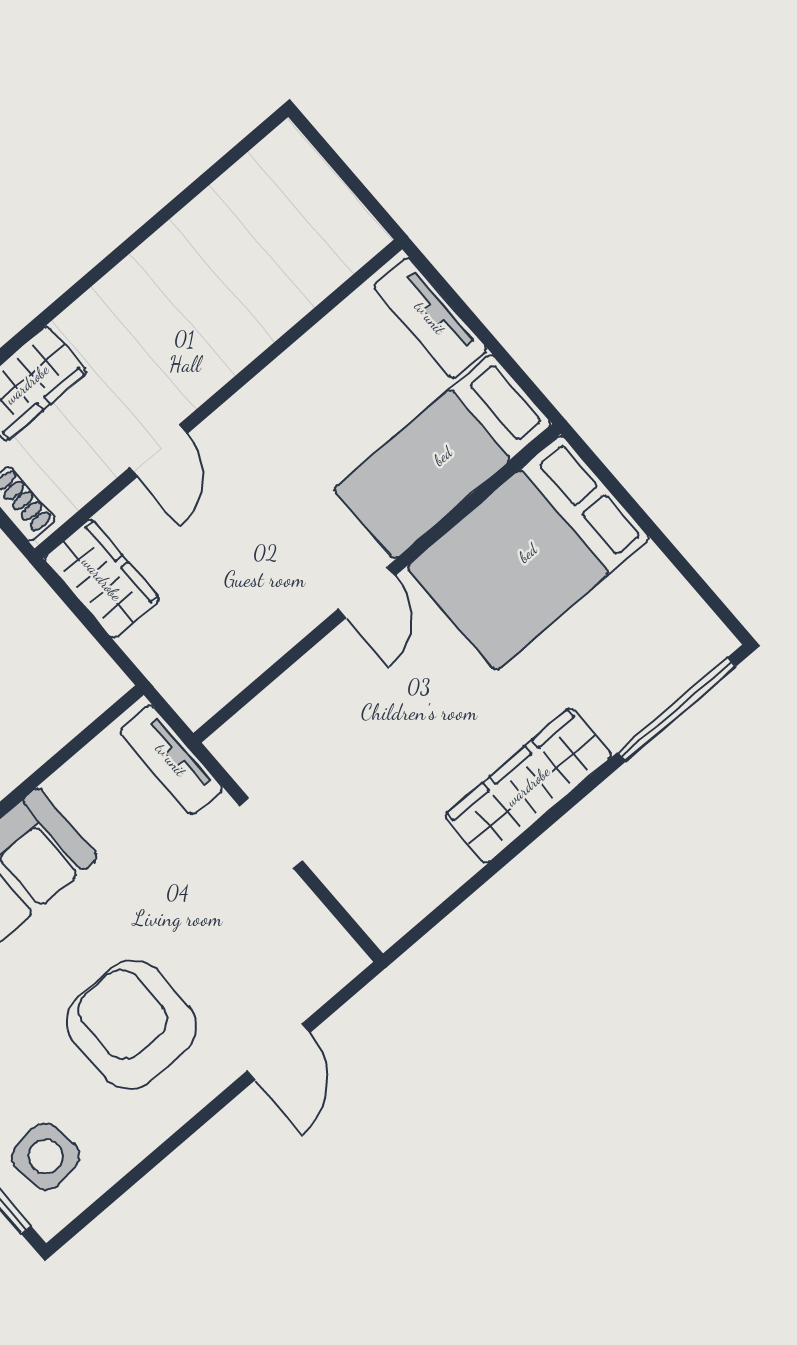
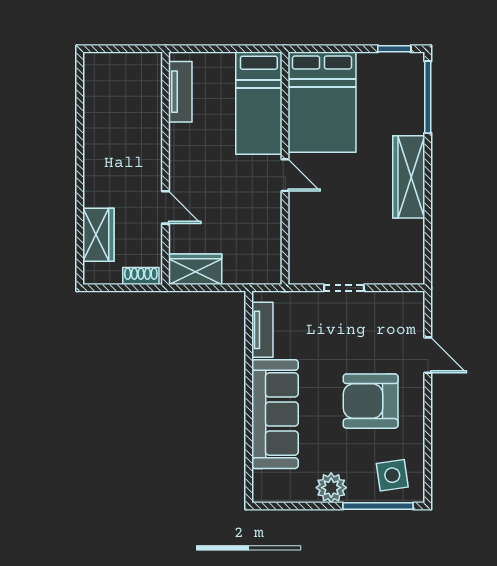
tv unit: (430, 318) -> (180, 92), moved, turned -90
window: (707, 593) -> (394, 49), added
tv unit: (171, 760) -> (262, 330), moved, turned -90

